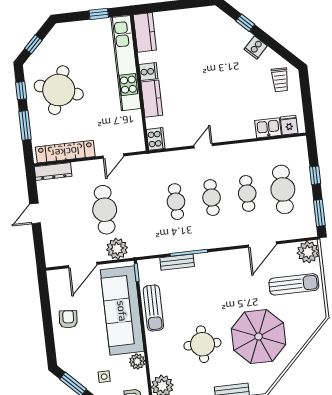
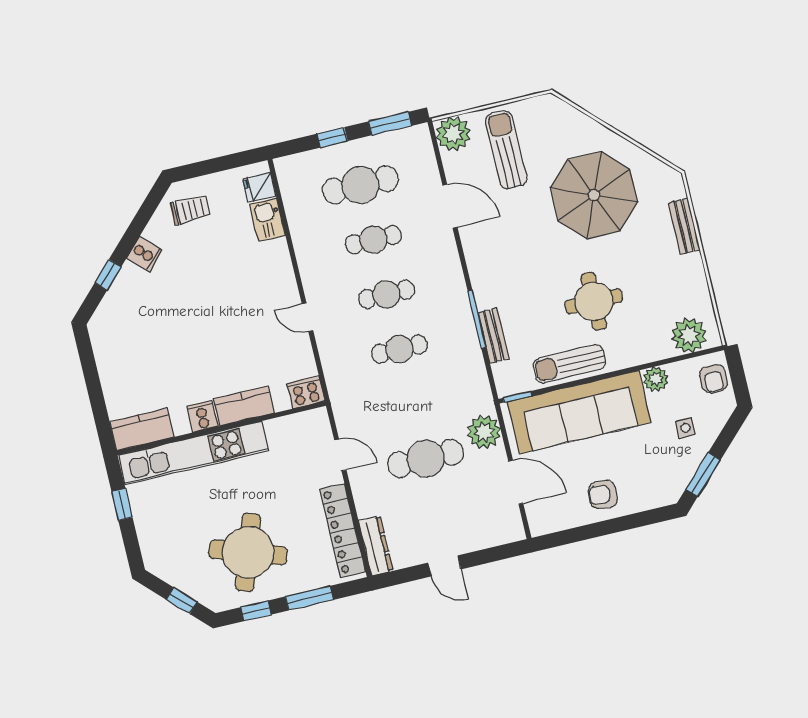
sun lounger: (153, 308) -> (569, 364), turned 180
round table: (202, 344) -> (594, 301), moved

